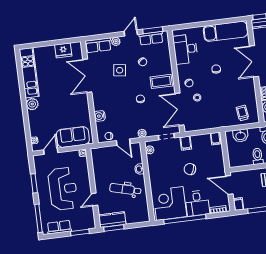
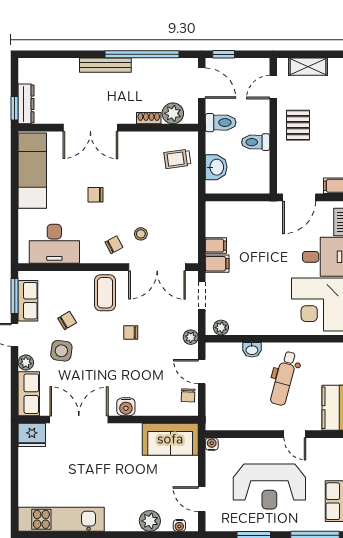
fridge: (63, 50) -> (32, 435), moved, turned 90
side table: (120, 70) -> (61, 351), moved
double door: (87, 76) -> (79, 419), swing flipped
plant: (32, 104) -> (150, 521), moved
water cooler: (100, 116) -> (126, 407), moved
sofa: (73, 137) -> (170, 439), moved, turned -90
filing cabinet: (216, 139) -> (216, 246), moved
door: (123, 142) -> (202, 372), swing flipped
chair: (190, 169) -> (263, 262), removed
reception desk: (63, 189) -> (269, 486), turned 180

